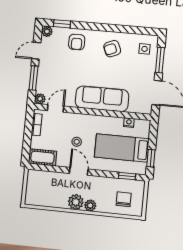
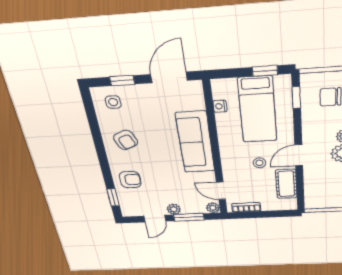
plant: (47, 31) -> (174, 209), moved
door: (36, 51) -> (155, 219), hinge flipped
window: (160, 60) -> (122, 81), width x0.67
cot: (42, 157) -> (286, 184), moved

